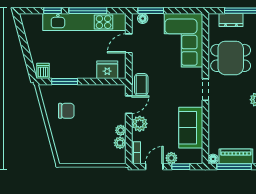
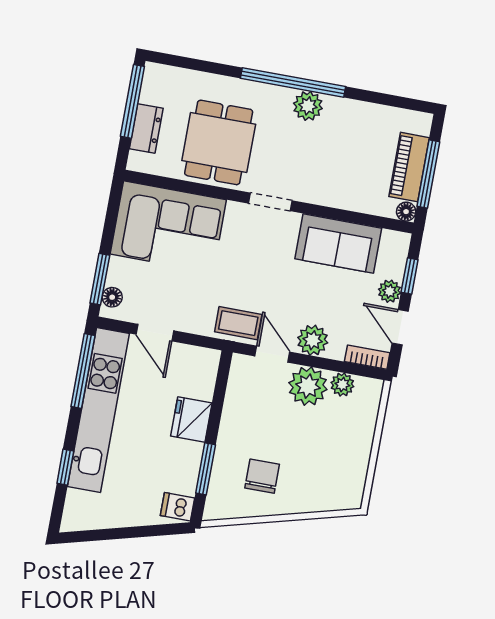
window: (88, 11) -> (83, 371), moved
fridge: (107, 70) -> (191, 420), moved
plant: (121, 130) -> (308, 386), width x1.88, depth x1.88

